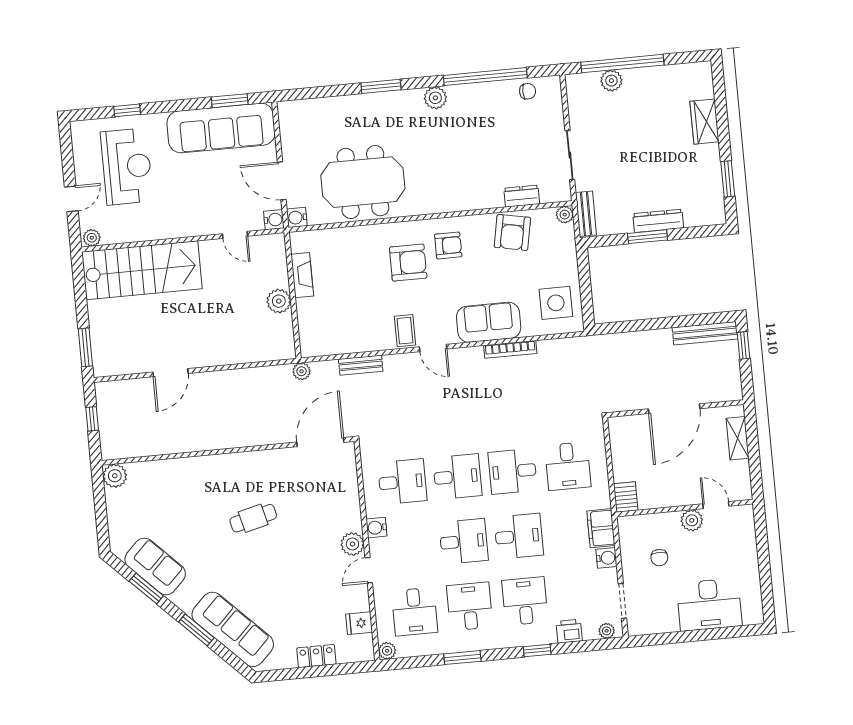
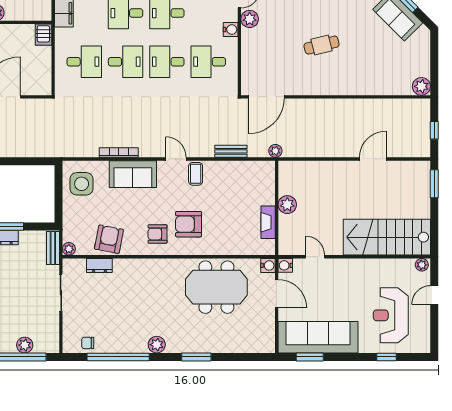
desk: (568, 466) -> (84, 62), turned 90

